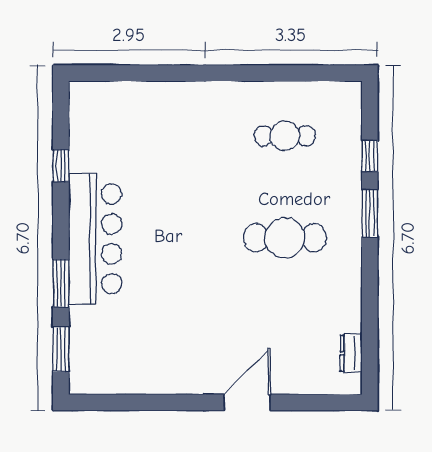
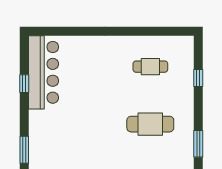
window: (370, 213) -> (198, 144), moved
bar counter: (95, 239) -> (43, 72), moved

